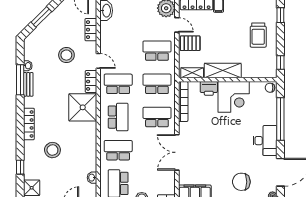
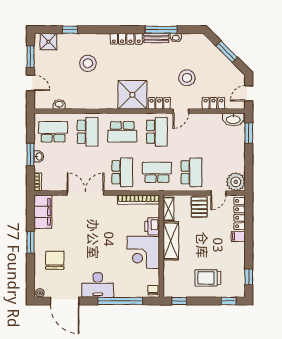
school desk: (157, 84) -> (157, 172), turned -90
locker: (29, 124) -> (126, 39), moved

